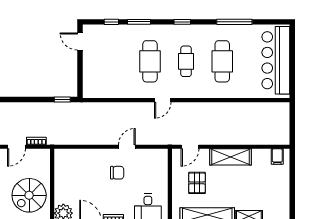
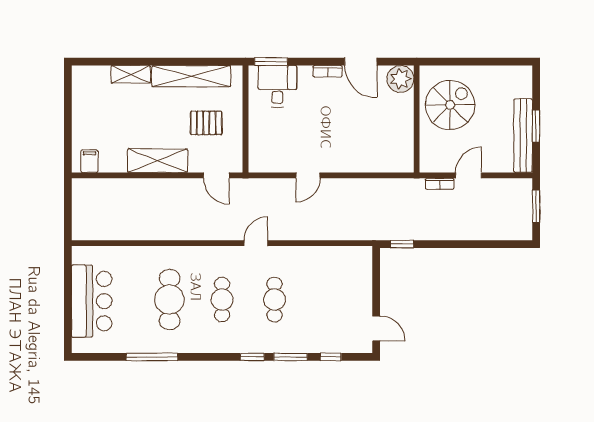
window: (182, 22) -> (252, 357), moved
bar counter: (276, 60) -> (92, 301), width x0.73
cafe table: (150, 61) -> (275, 300), width x0.73, depth x0.74
door: (190, 147) -> (216, 175), swing flipped
chair: (117, 173) -> (322, 138), removed
pallet: (197, 183) -> (206, 123), turned 90

